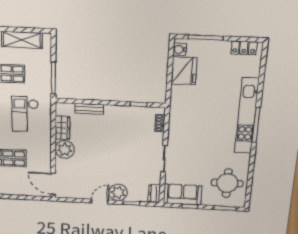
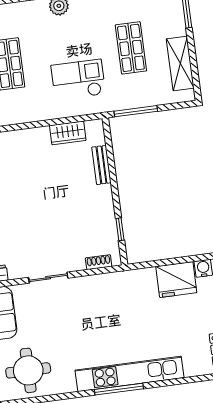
plant: (65, 149) -> (37, 140), removed

